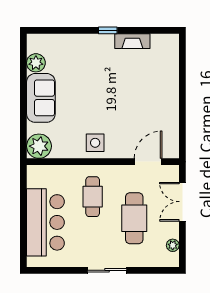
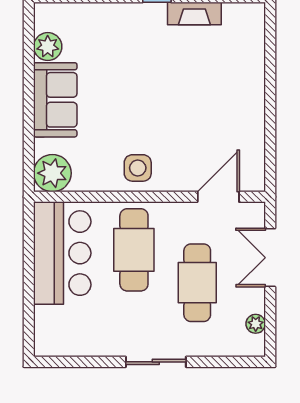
cafe table: (93, 197) -> (134, 250), width x1.37, depth x1.35
bar counter: (45, 222) -> (62, 253), moved

